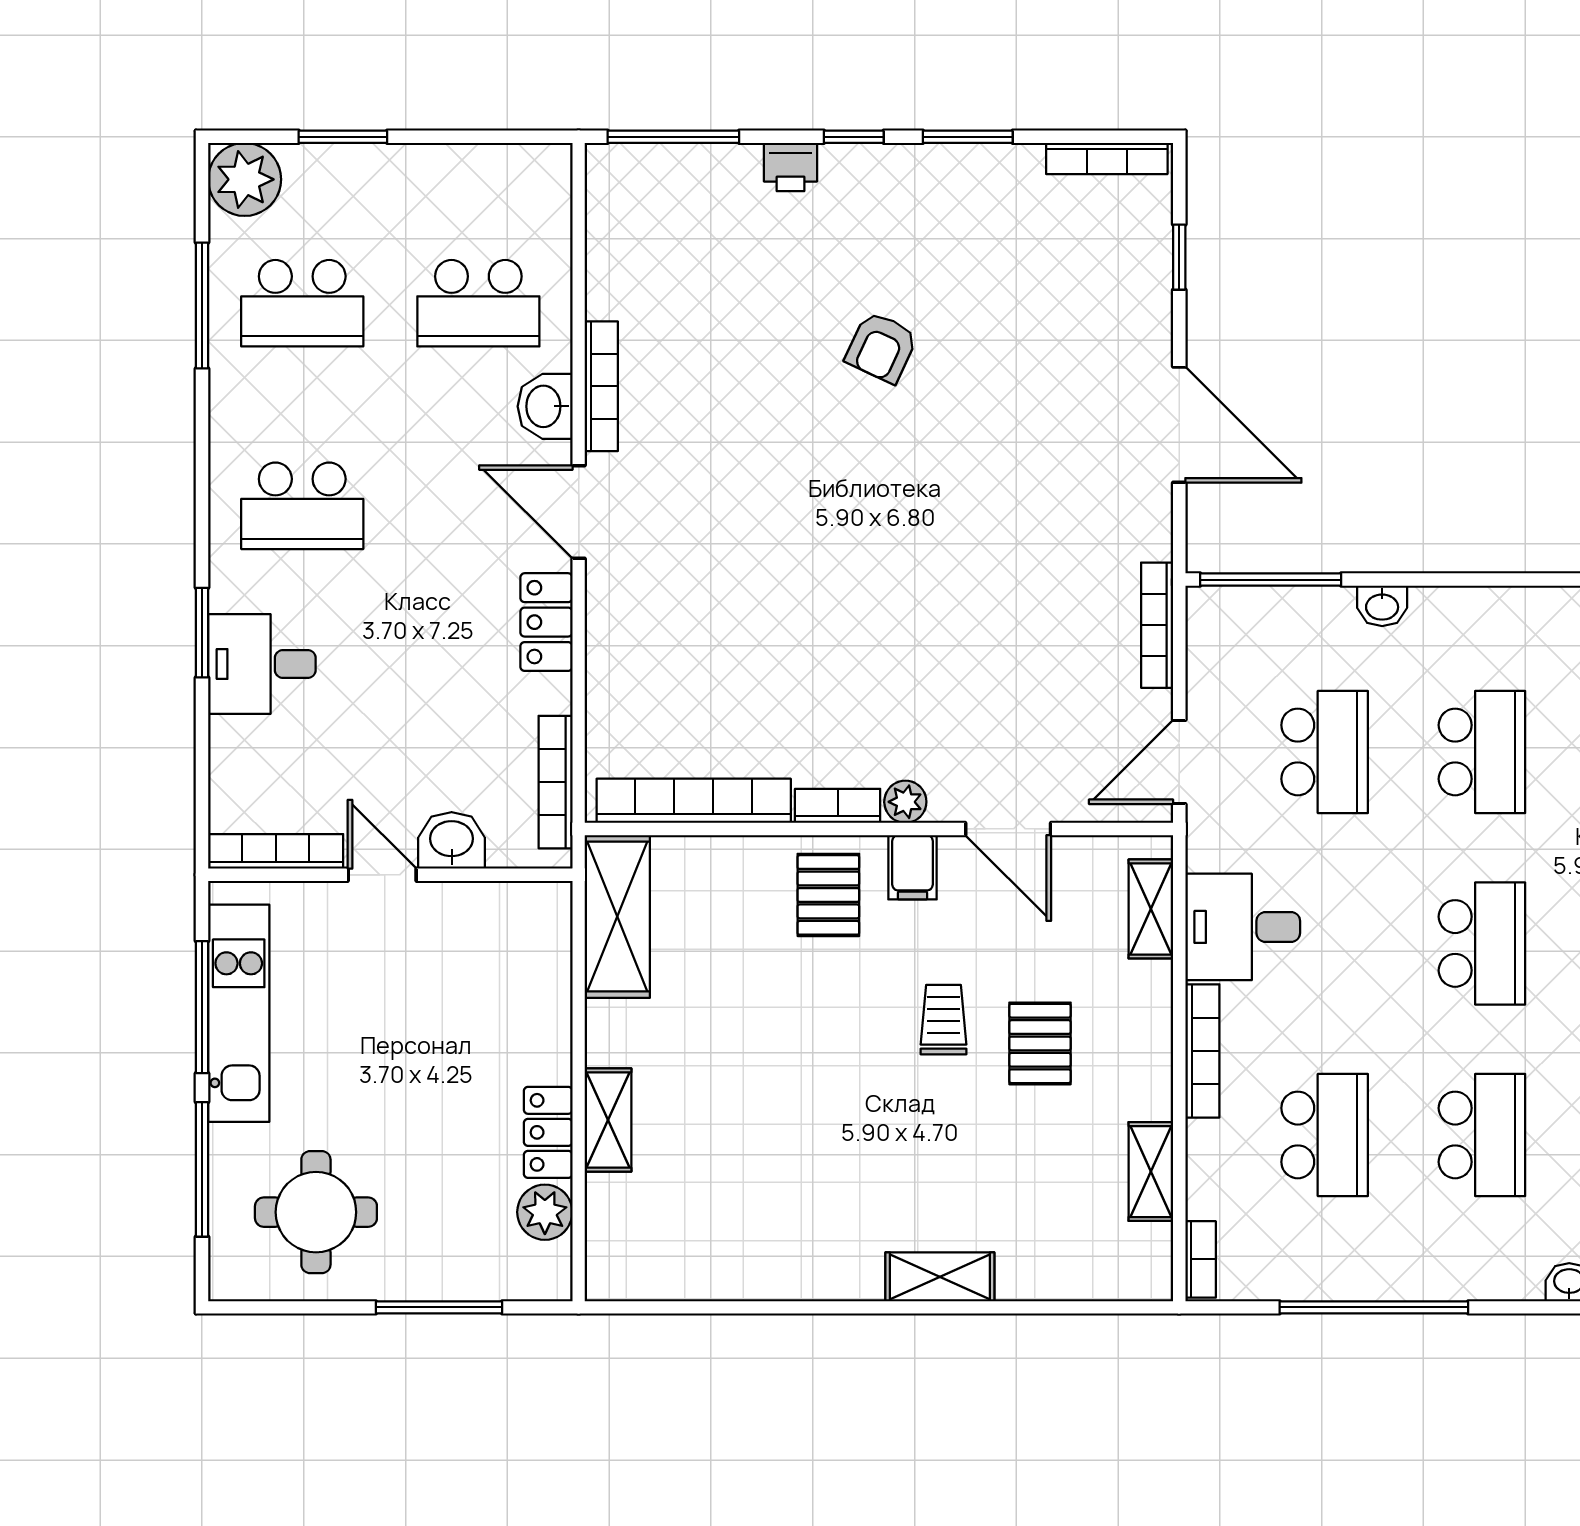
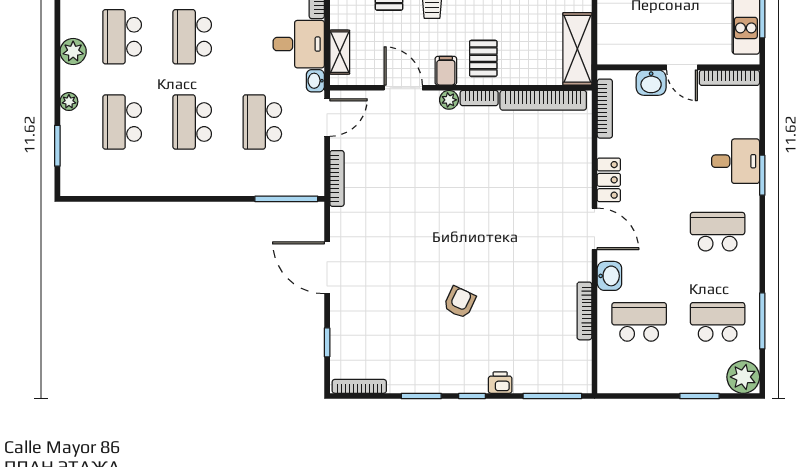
bookcase: (601, 386) -> (584, 311), moved
washbasin: (1382, 606) -> (315, 81), moved, turned -90

